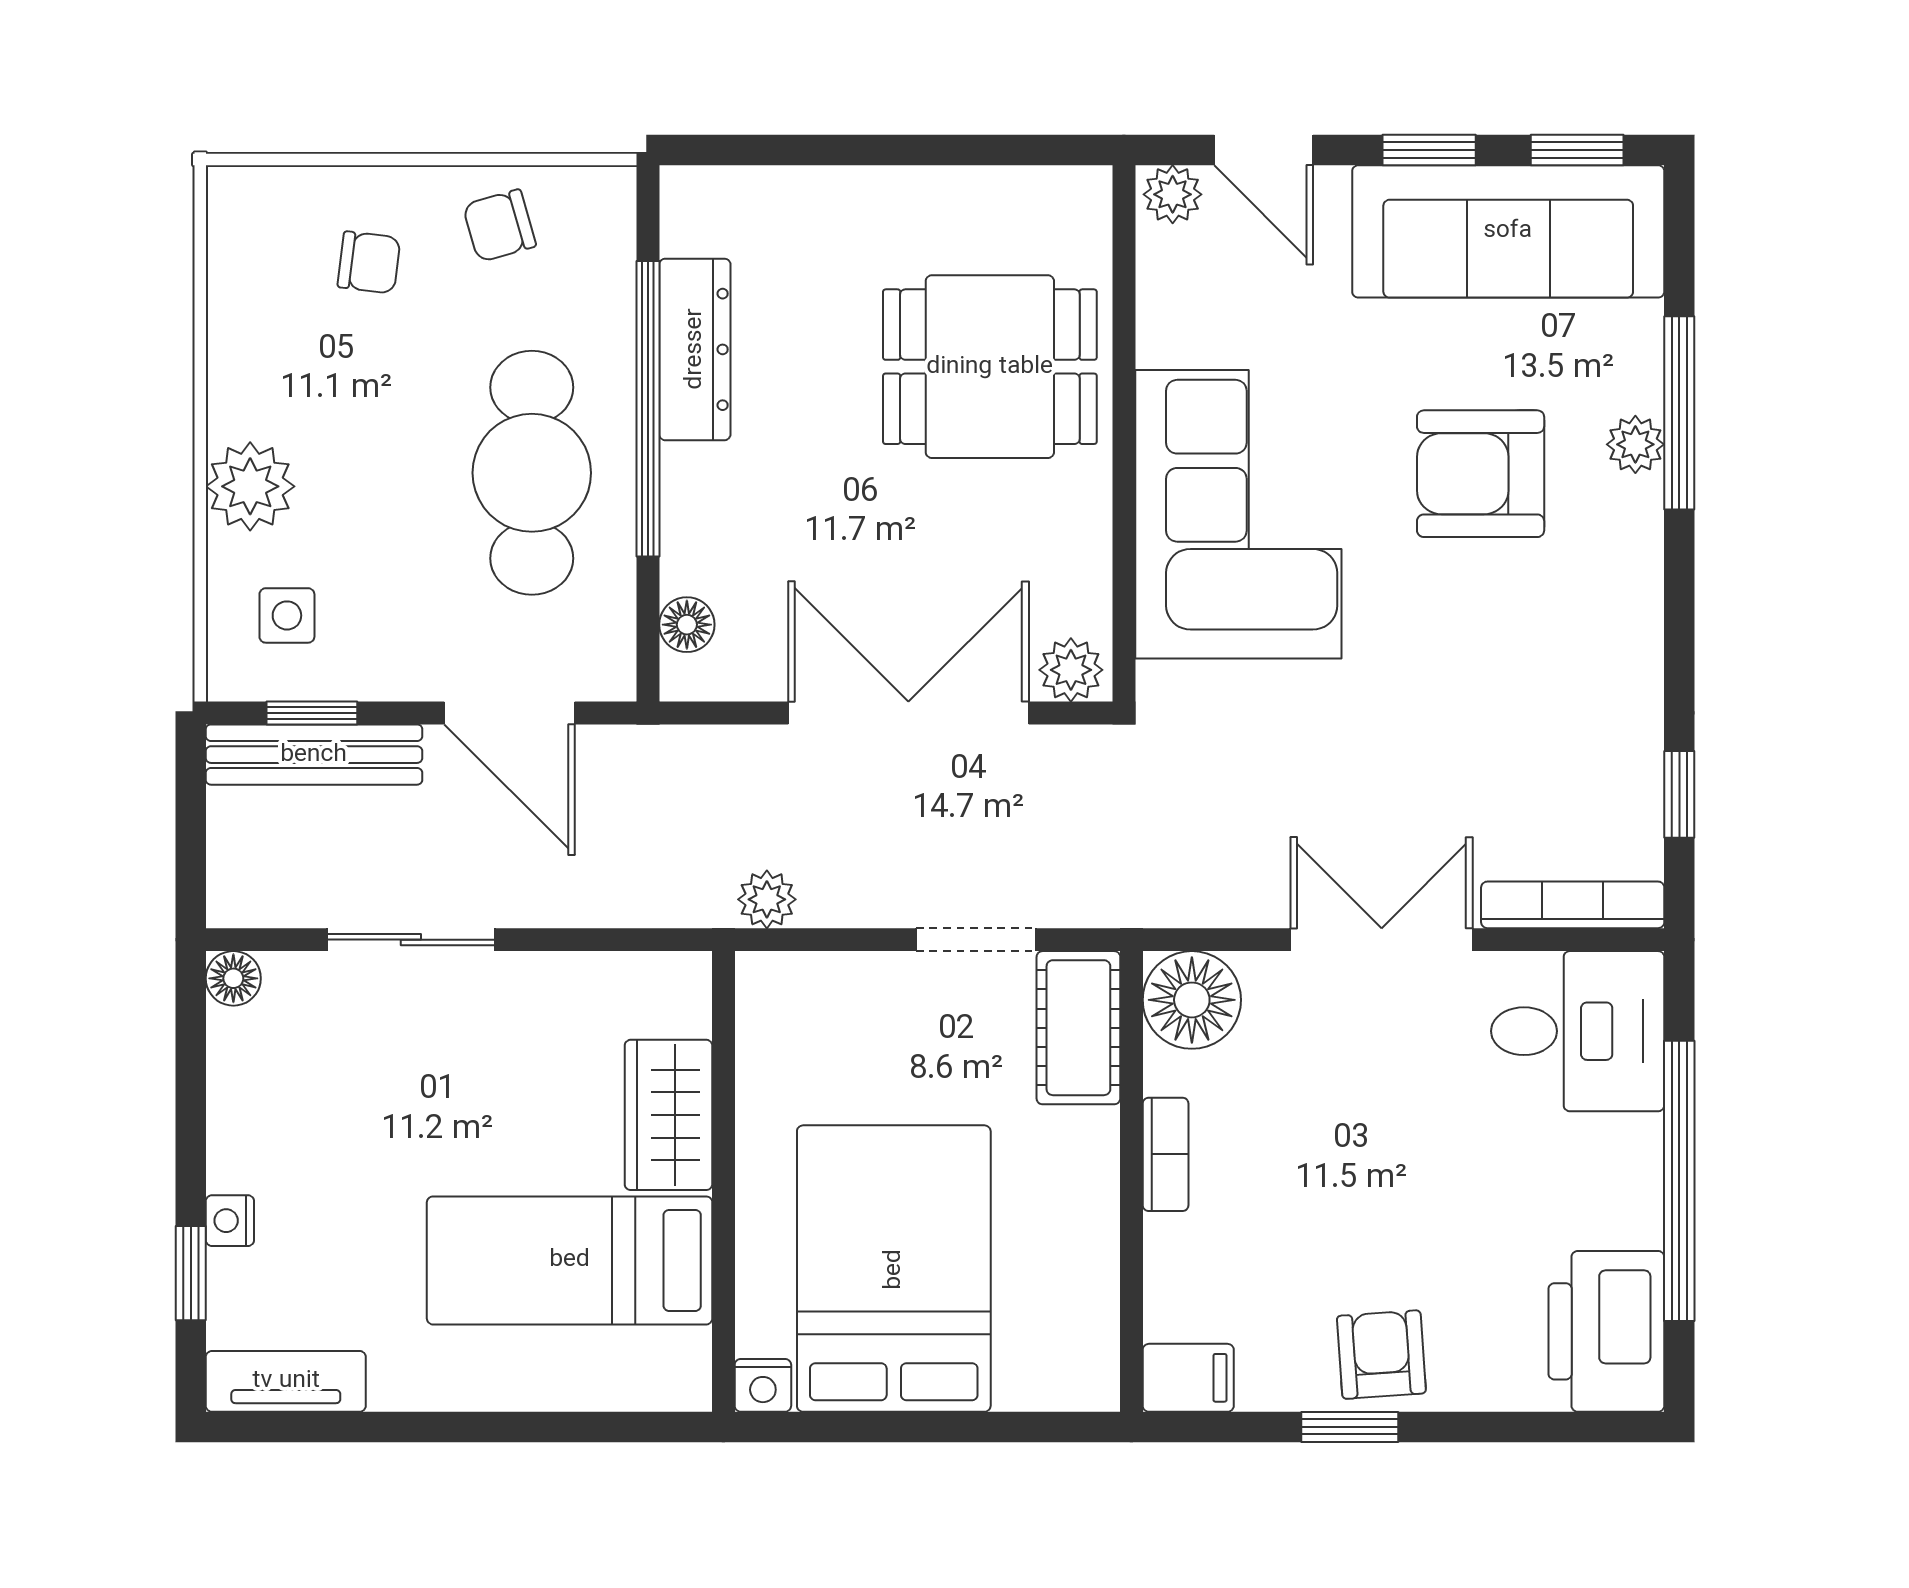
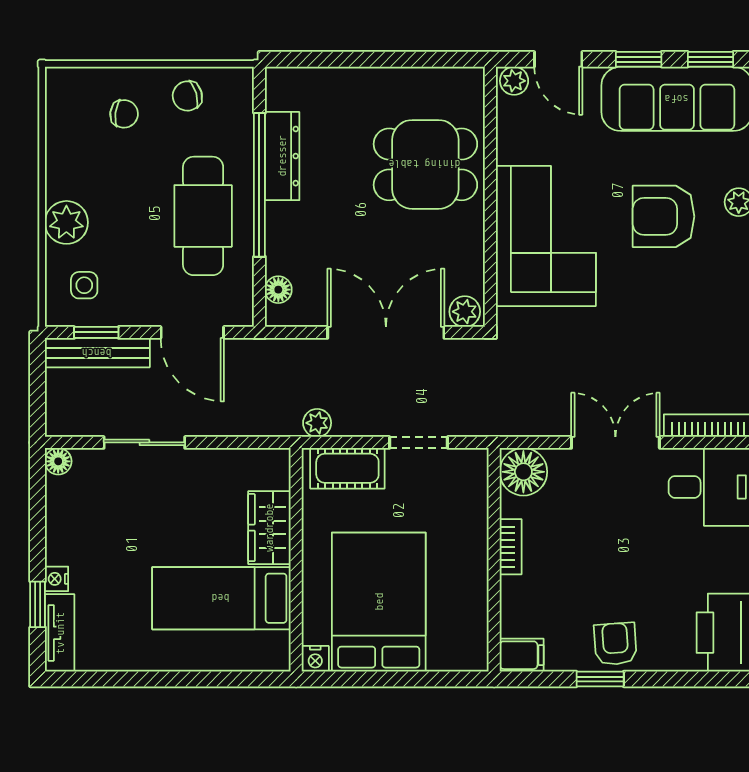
cot: (1078, 1028) -> (347, 468), moved, turned 90
tv unit: (286, 1381) -> (60, 633), moved, turned 90

